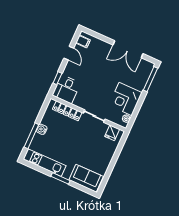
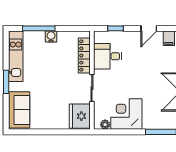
desk: (66, 89) -> (108, 56), moved
fridge: (112, 133) -> (80, 116), width x1.88, depth x1.34

